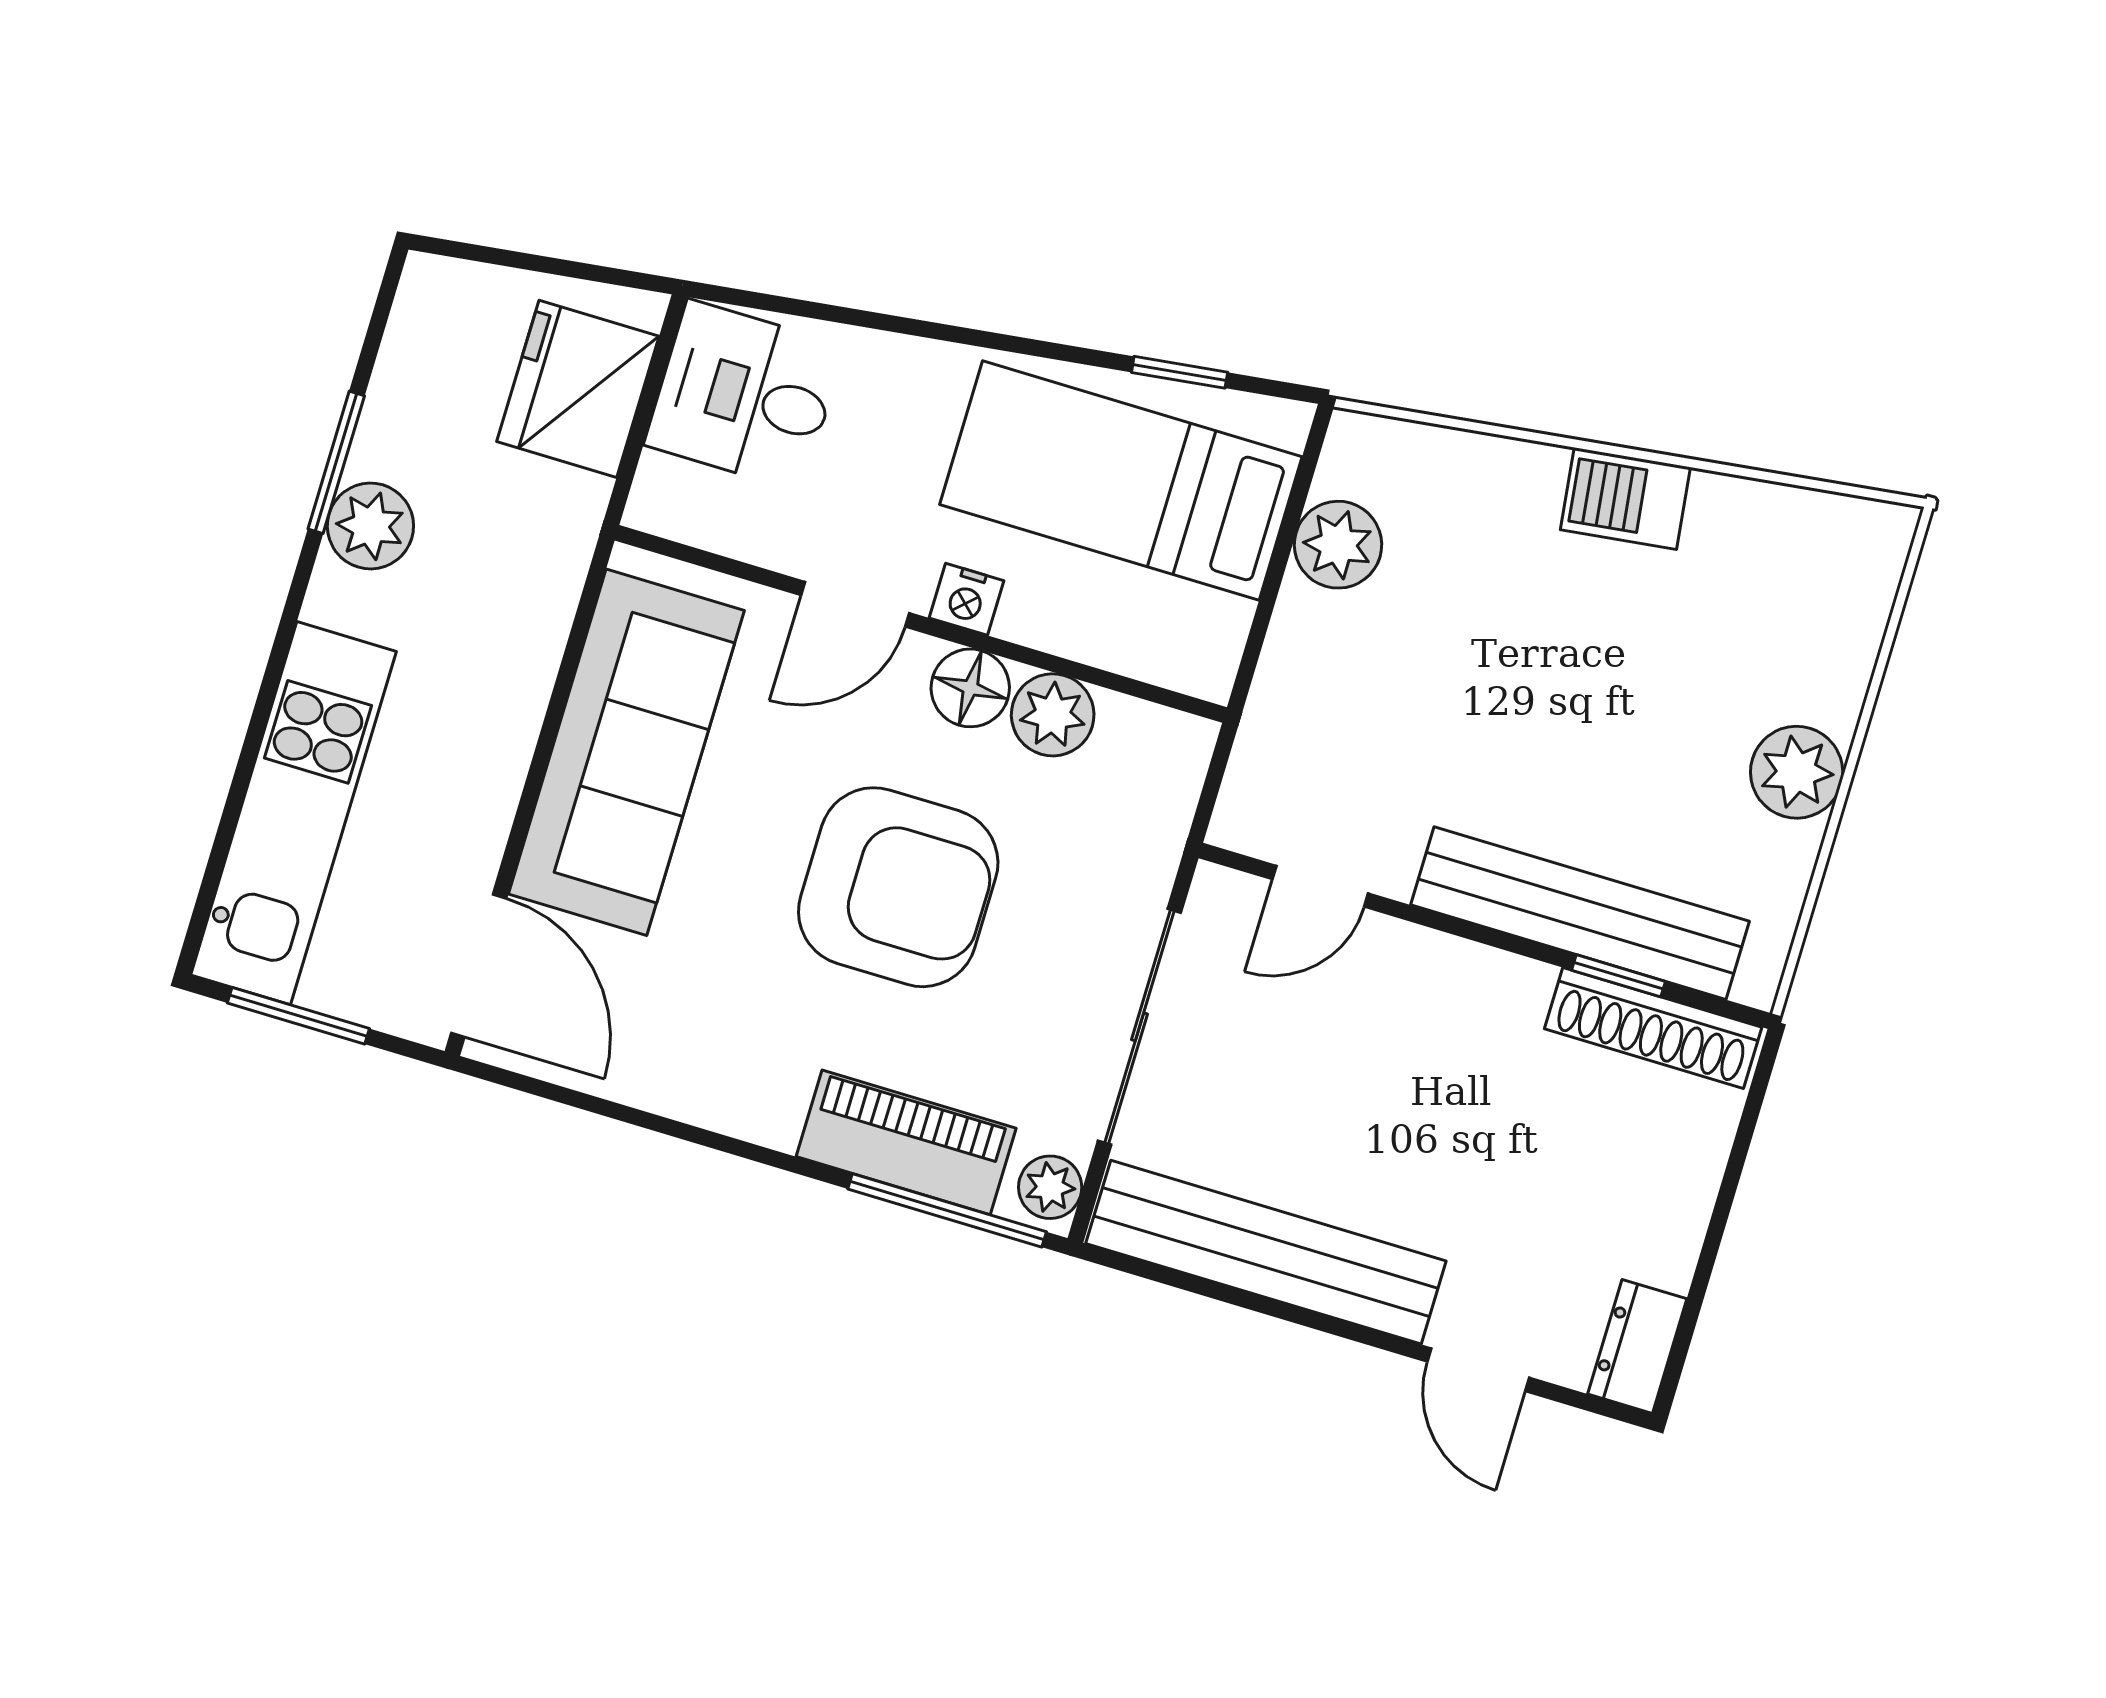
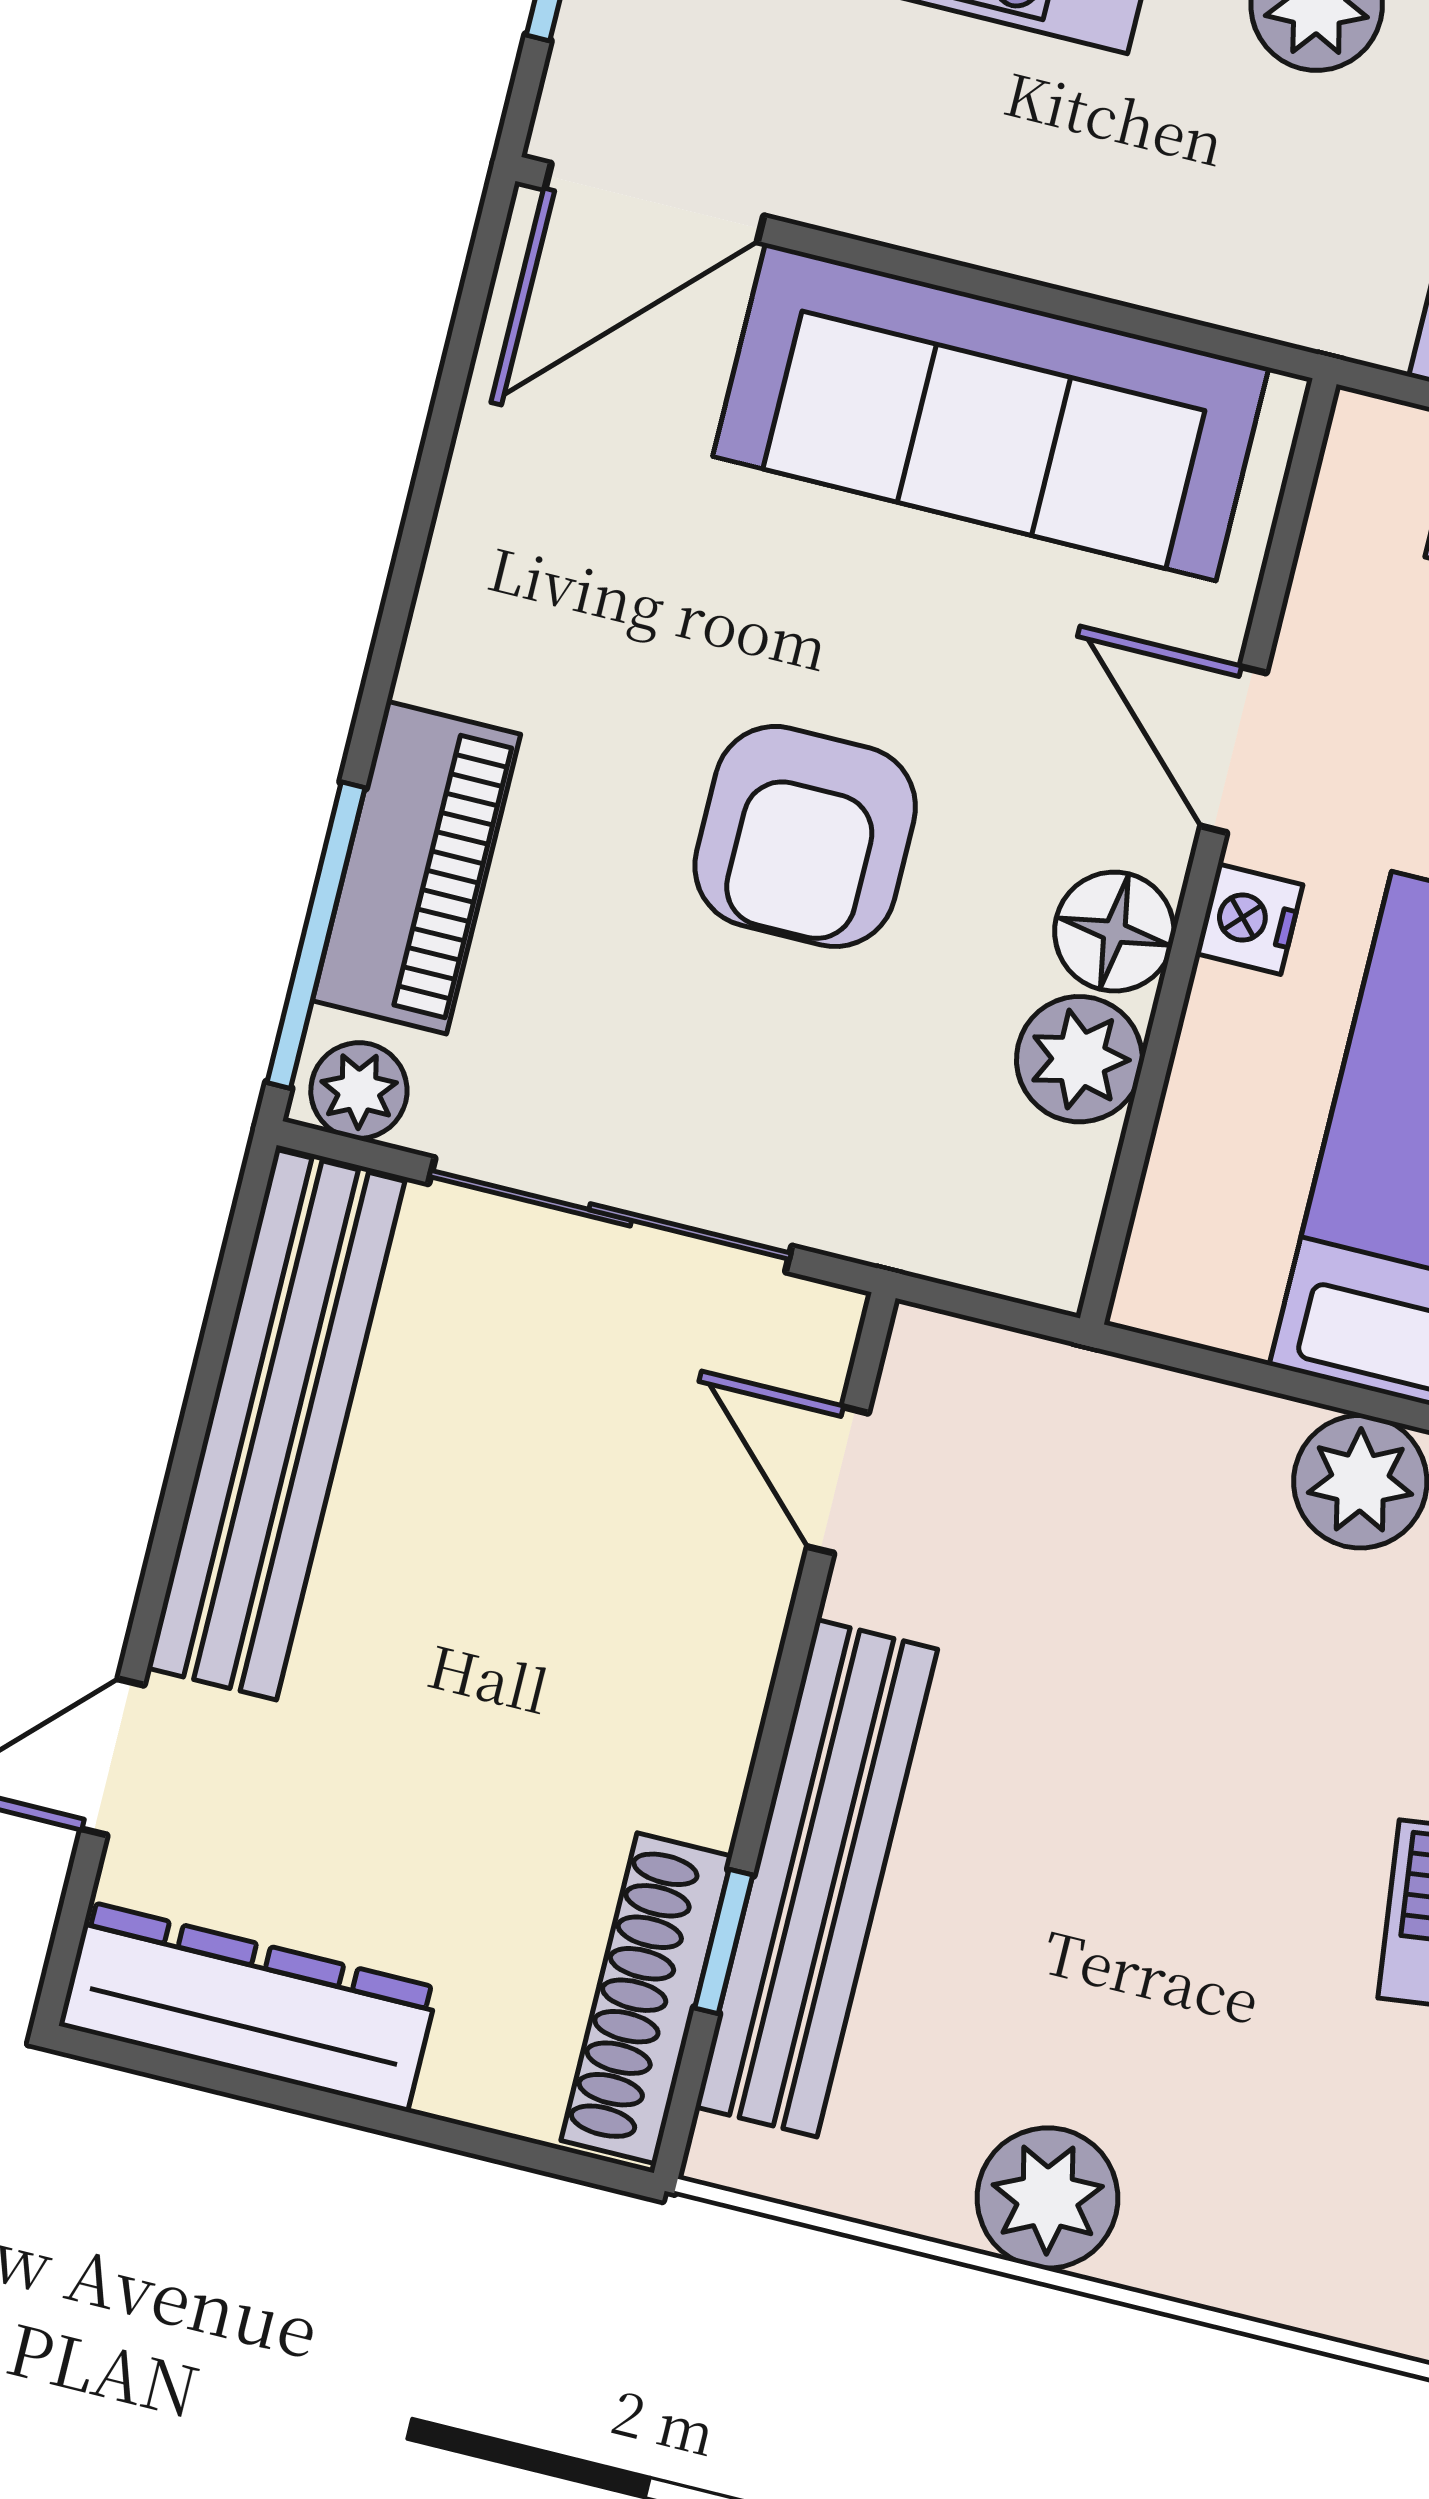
armchair: (898, 887) -> (805, 836), width x0.73, depth x0.73
dresser: (1637, 1346) -> (248, 2007), width x1.96, depth x1.24

